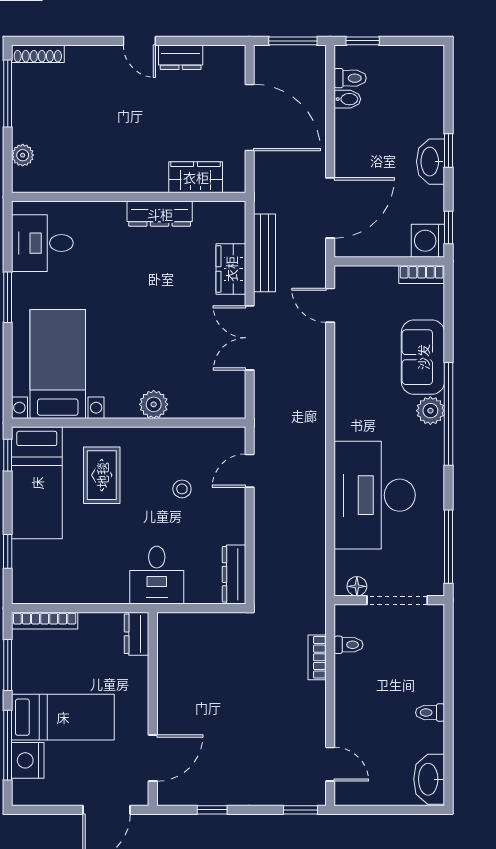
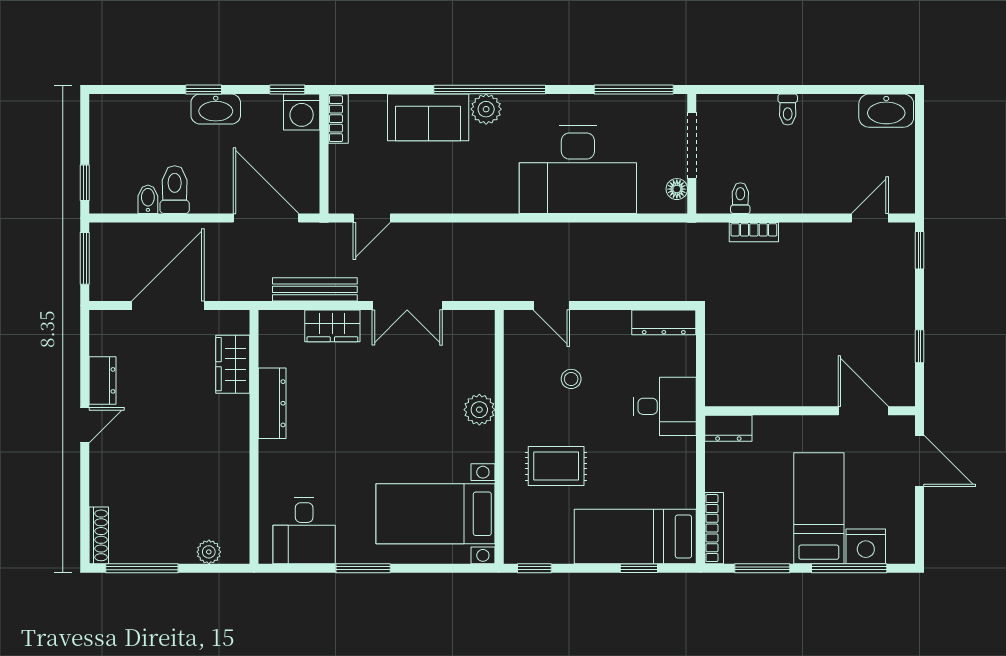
toilet: (350, 78) -> (175, 190), moved, width x1.37, depth x1.39
bed: (37, 483) -> (635, 537), moved, turned 180
toilet: (430, 713) -> (788, 110), moved

